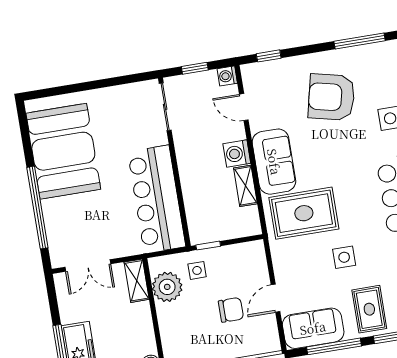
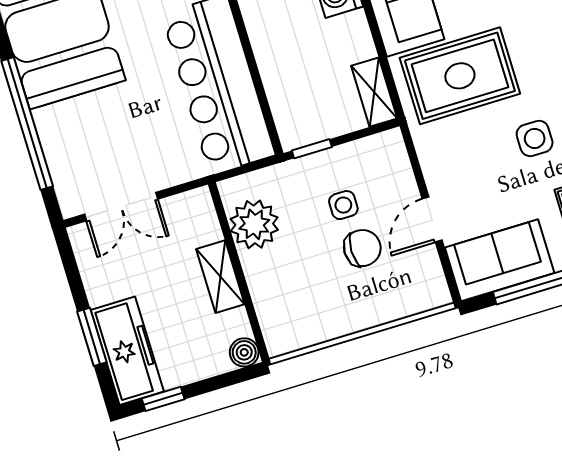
shelving: (245, 186) -> (374, 92), moved
side table: (197, 270) -> (343, 205), moved
shelving: (137, 281) -> (220, 277), moved

